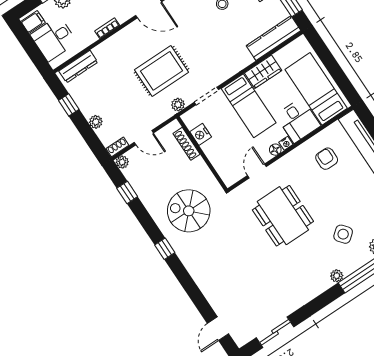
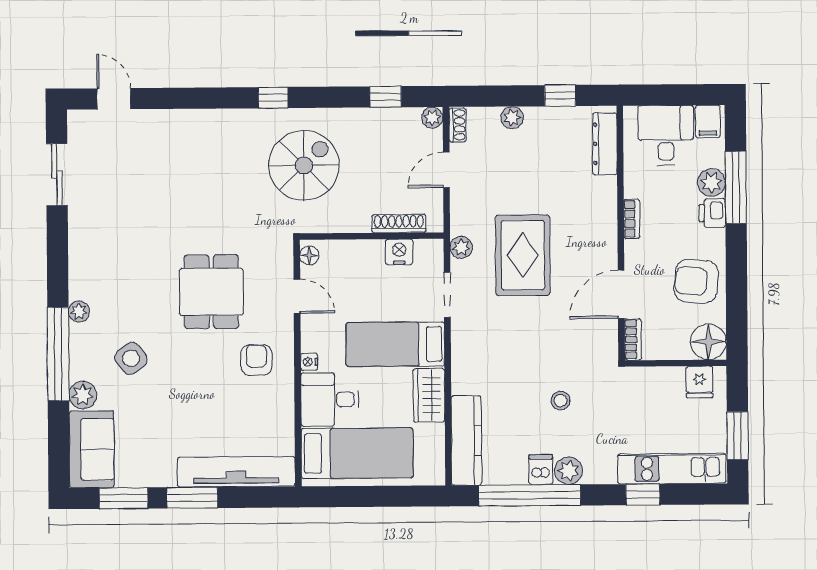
floor lamp: (275, 150) -> (309, 256), moved
armchair: (327, 159) -> (256, 360), moved, turned -90
dining table: (283, 216) -> (211, 292), width x0.73

